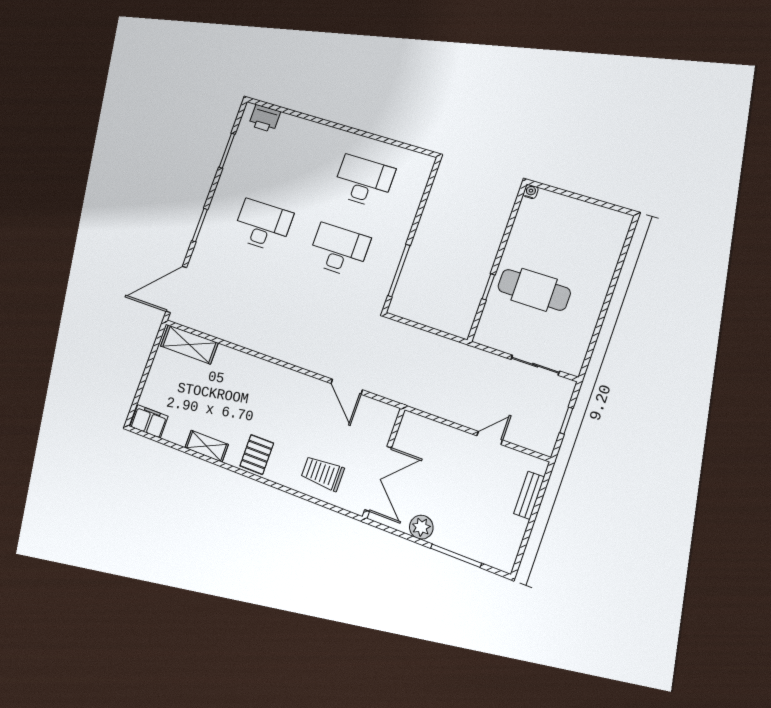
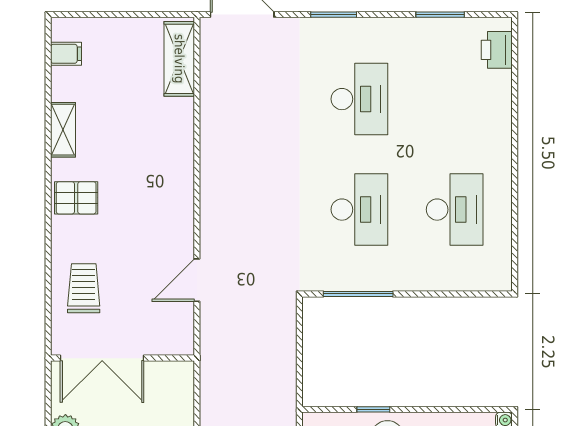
filing cabinet: (149, 421) -> (66, 54), width x0.50

